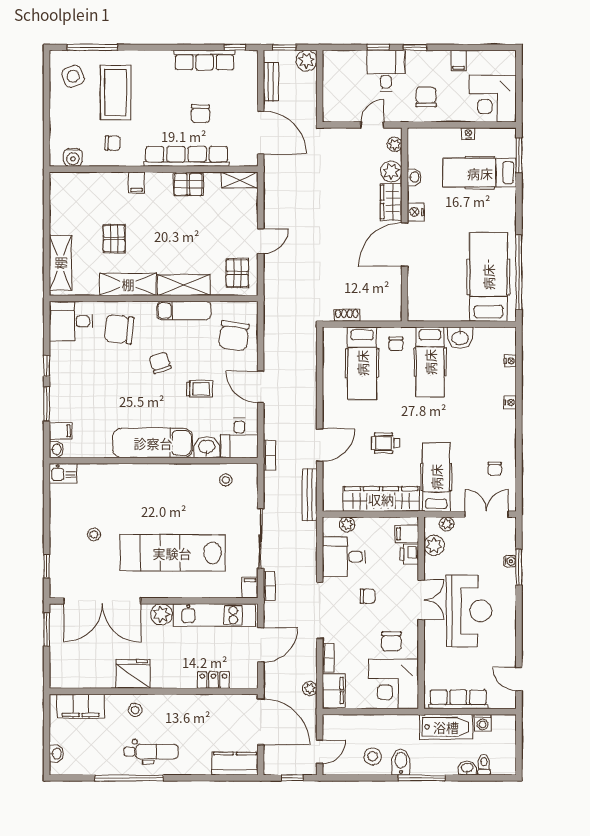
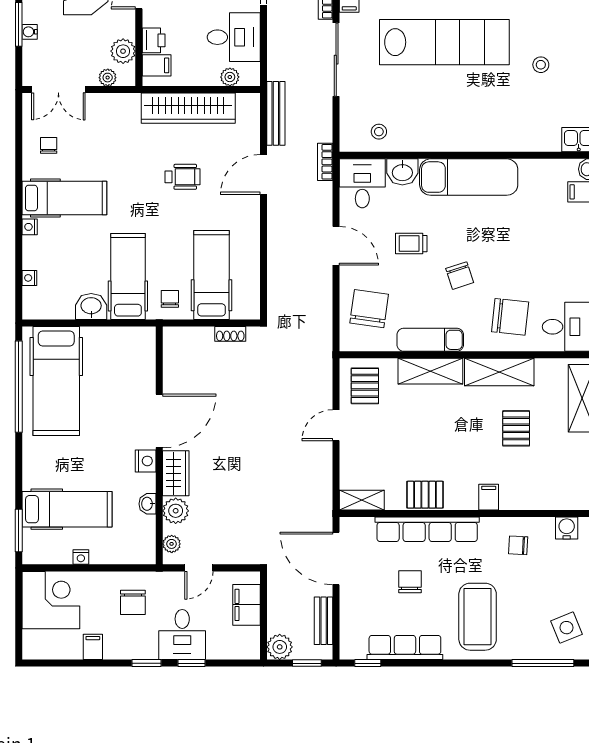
coffee table: (116, 93) -> (478, 617), moved
filing cabinet: (334, 95) -> (247, 605), added
hospital bed: (436, 477) -> (64, 198), moved, turned -90

